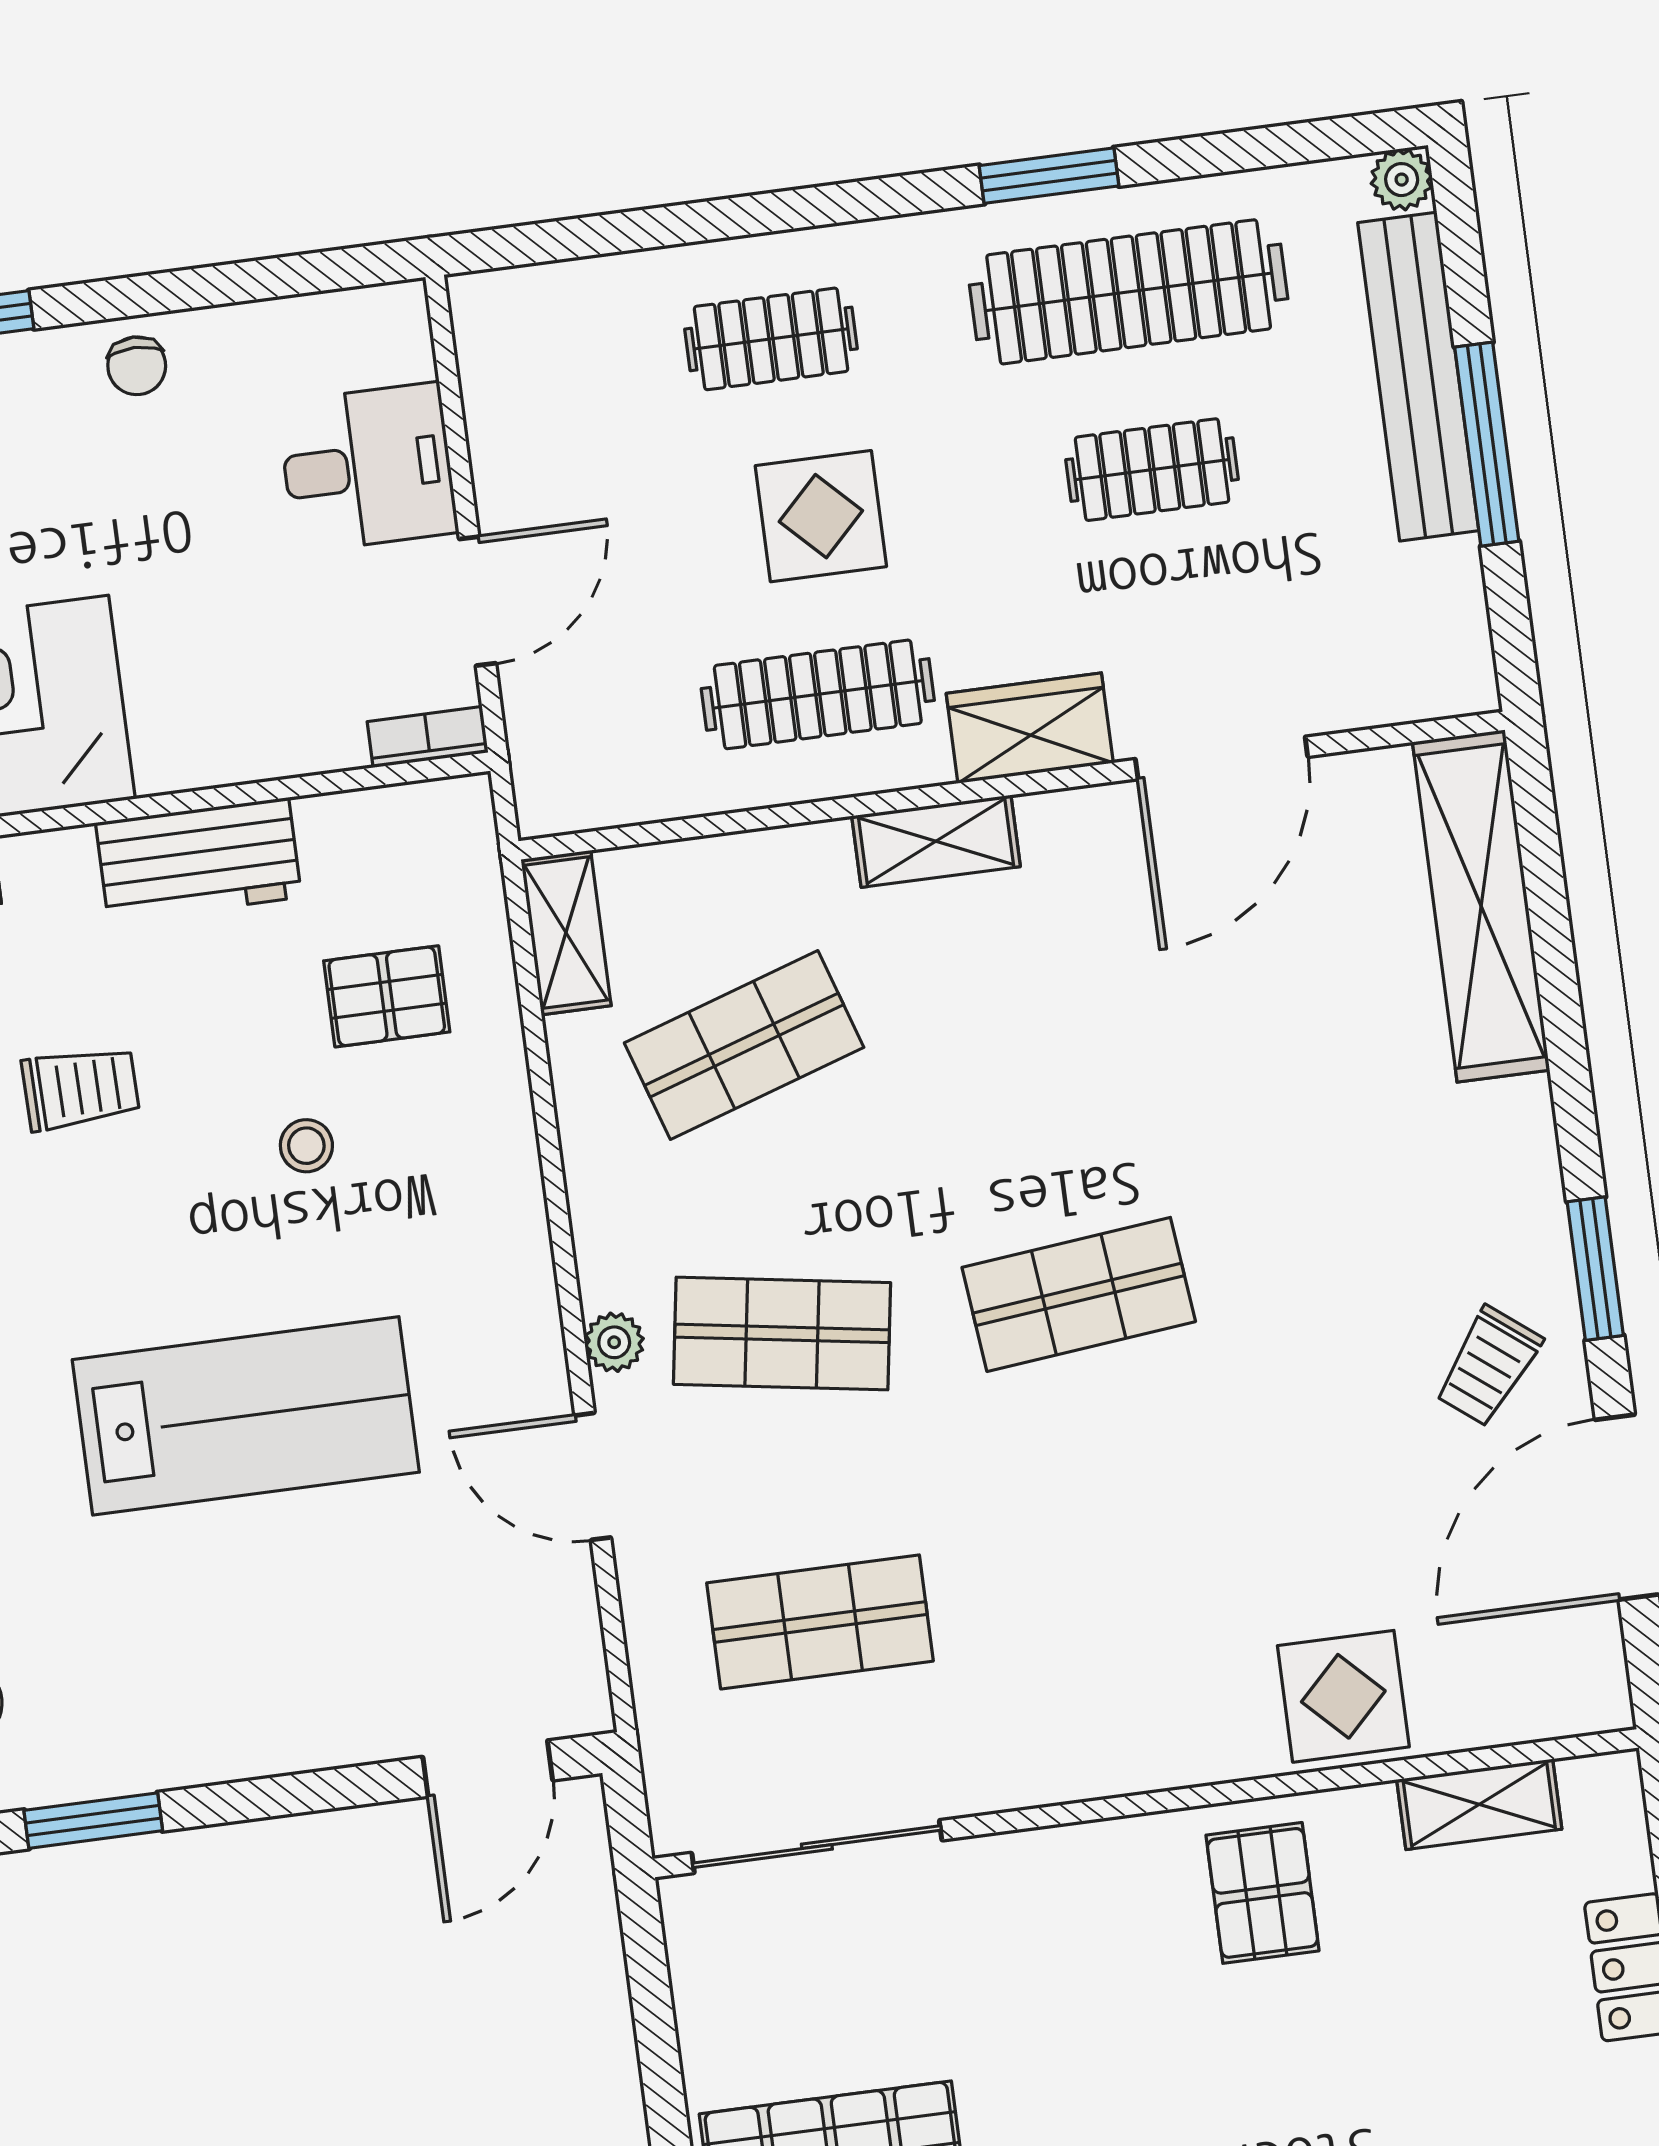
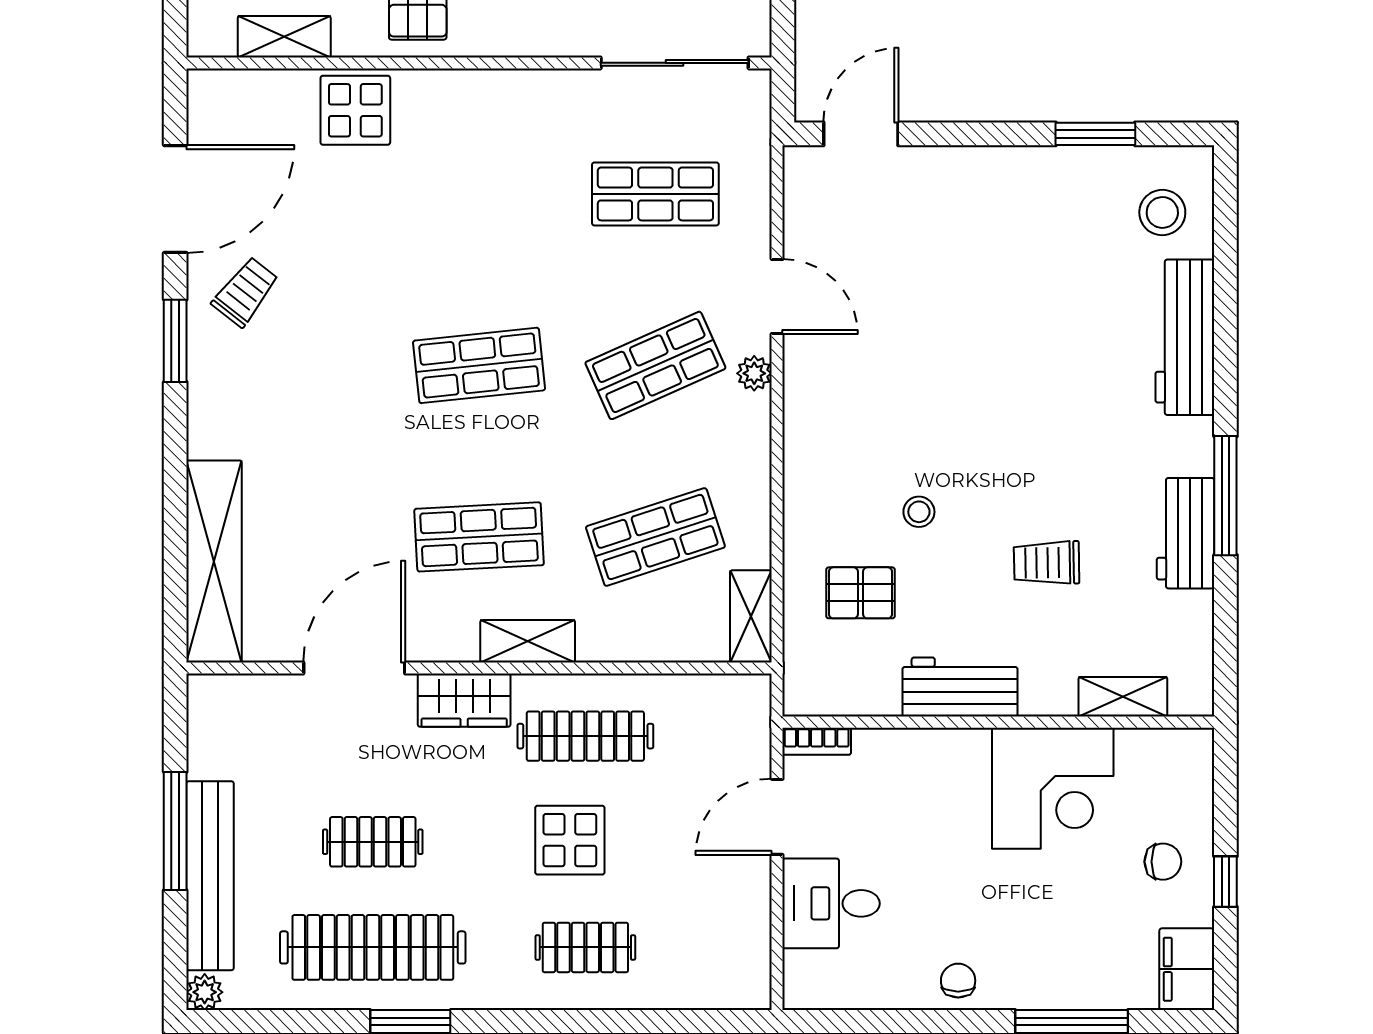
shop shelf: (1041, 1006) -> (479, 537), added
shop shelf: (782, 1333) -> (655, 365), turned -33
lab bench: (246, 1416) -> (975, 359), removed

